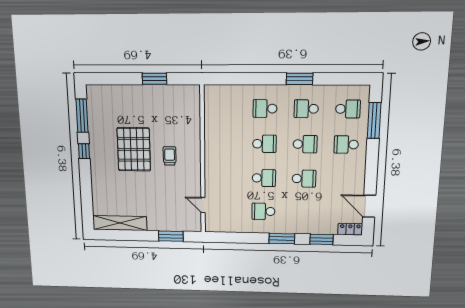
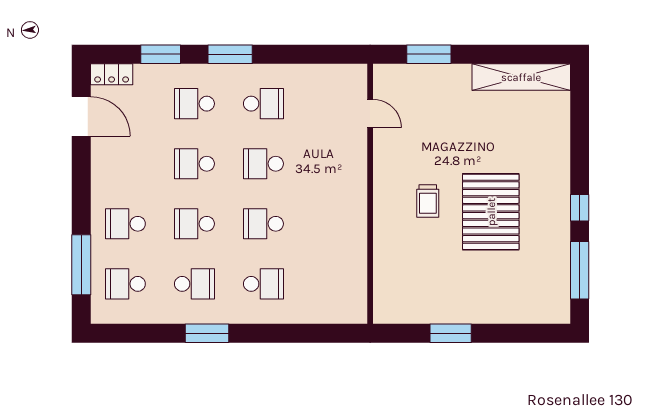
school desk: (346, 145) -> (125, 224), turned 180
school desk: (303, 212) -> (194, 104), added

